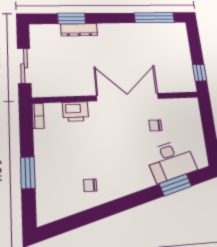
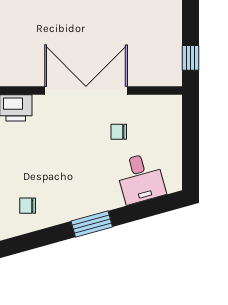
desk: (171, 161) -> (141, 178), width x0.73
window: (175, 185) -> (92, 224), moved

